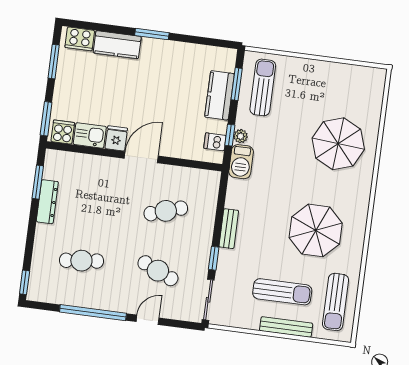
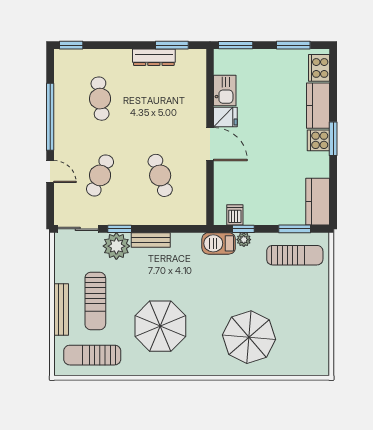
kitchen counter: (219, 95) -> (318, 202), moved, turned -90
cooker: (63, 132) -> (318, 140), moved, turned 180
plant: (230, 264) -> (116, 246), added

